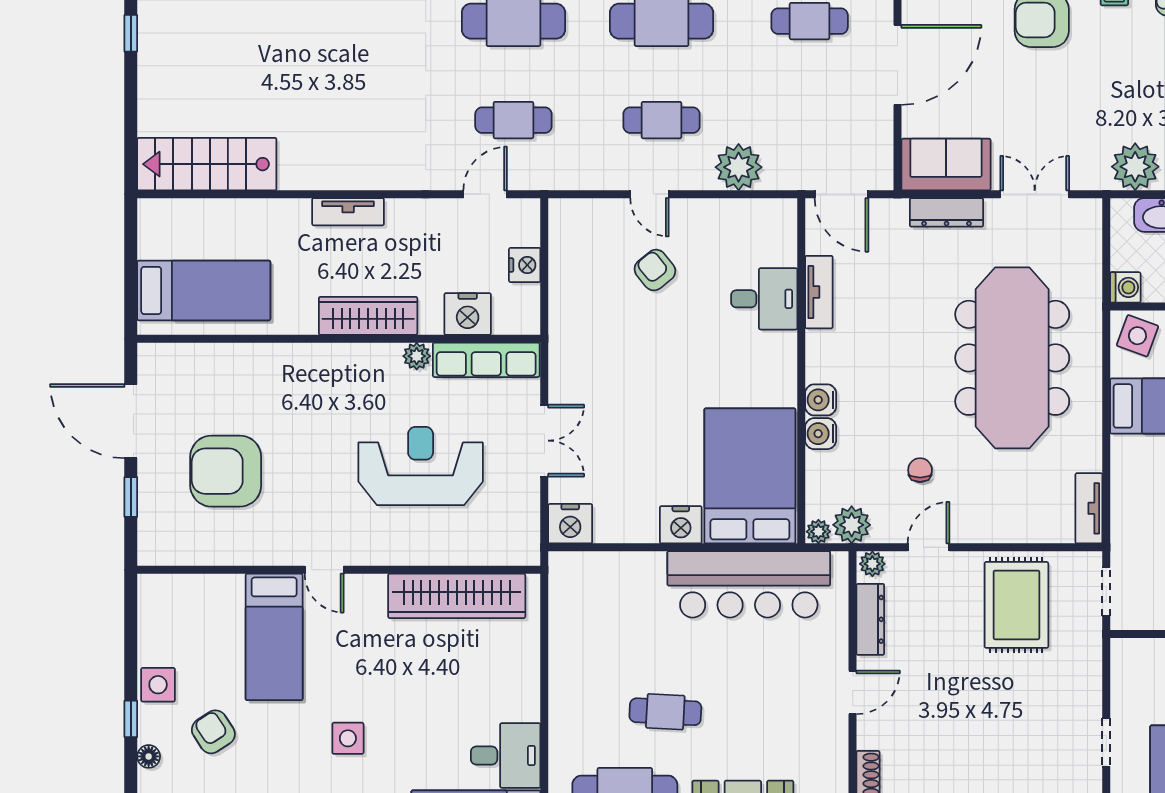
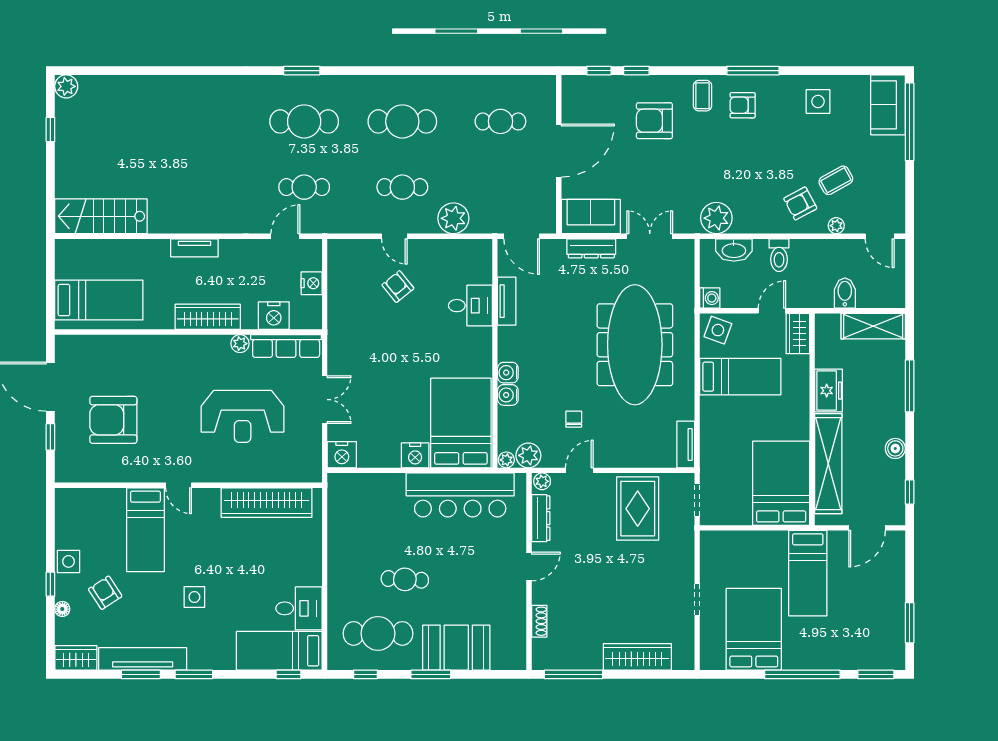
reception desk: (421, 466) -> (243, 416), turned 180

